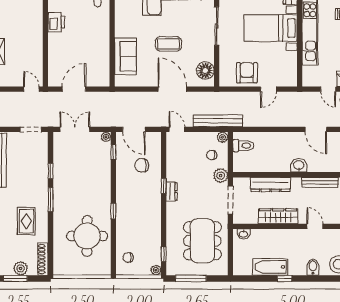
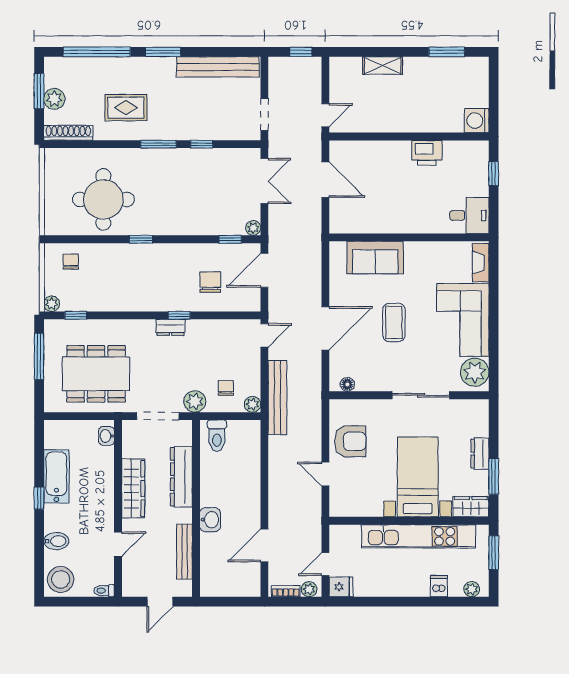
floor lamp: (205, 71) -> (347, 384), width x0.53, depth x0.53
toilet: (243, 146) -> (217, 436), moved

